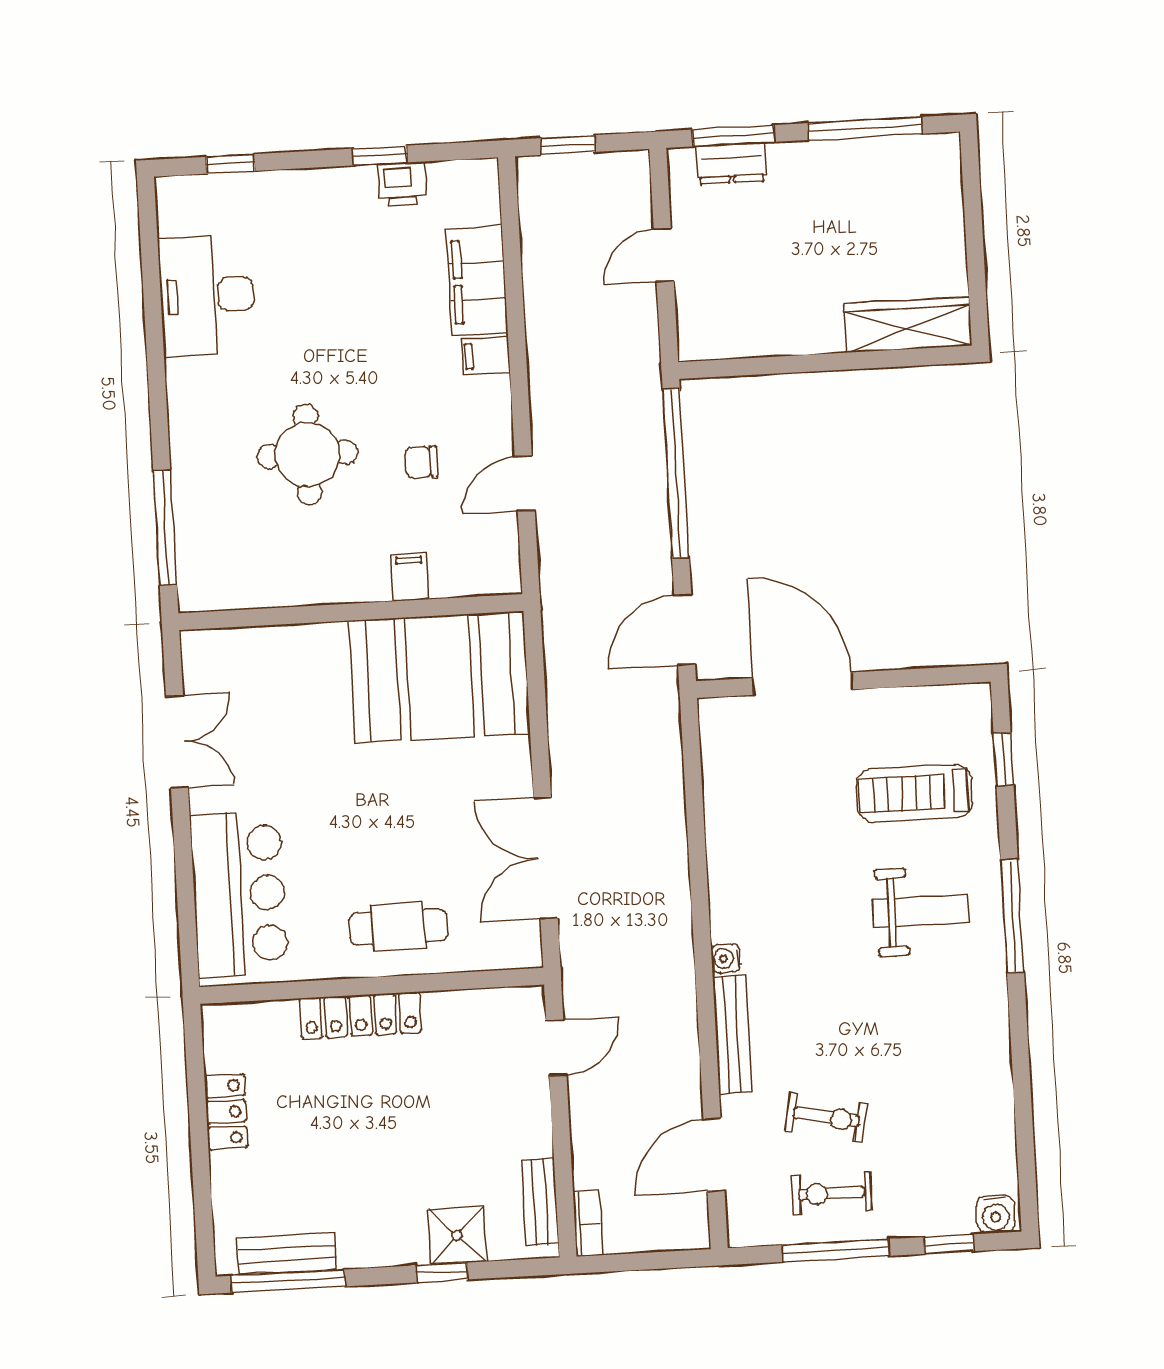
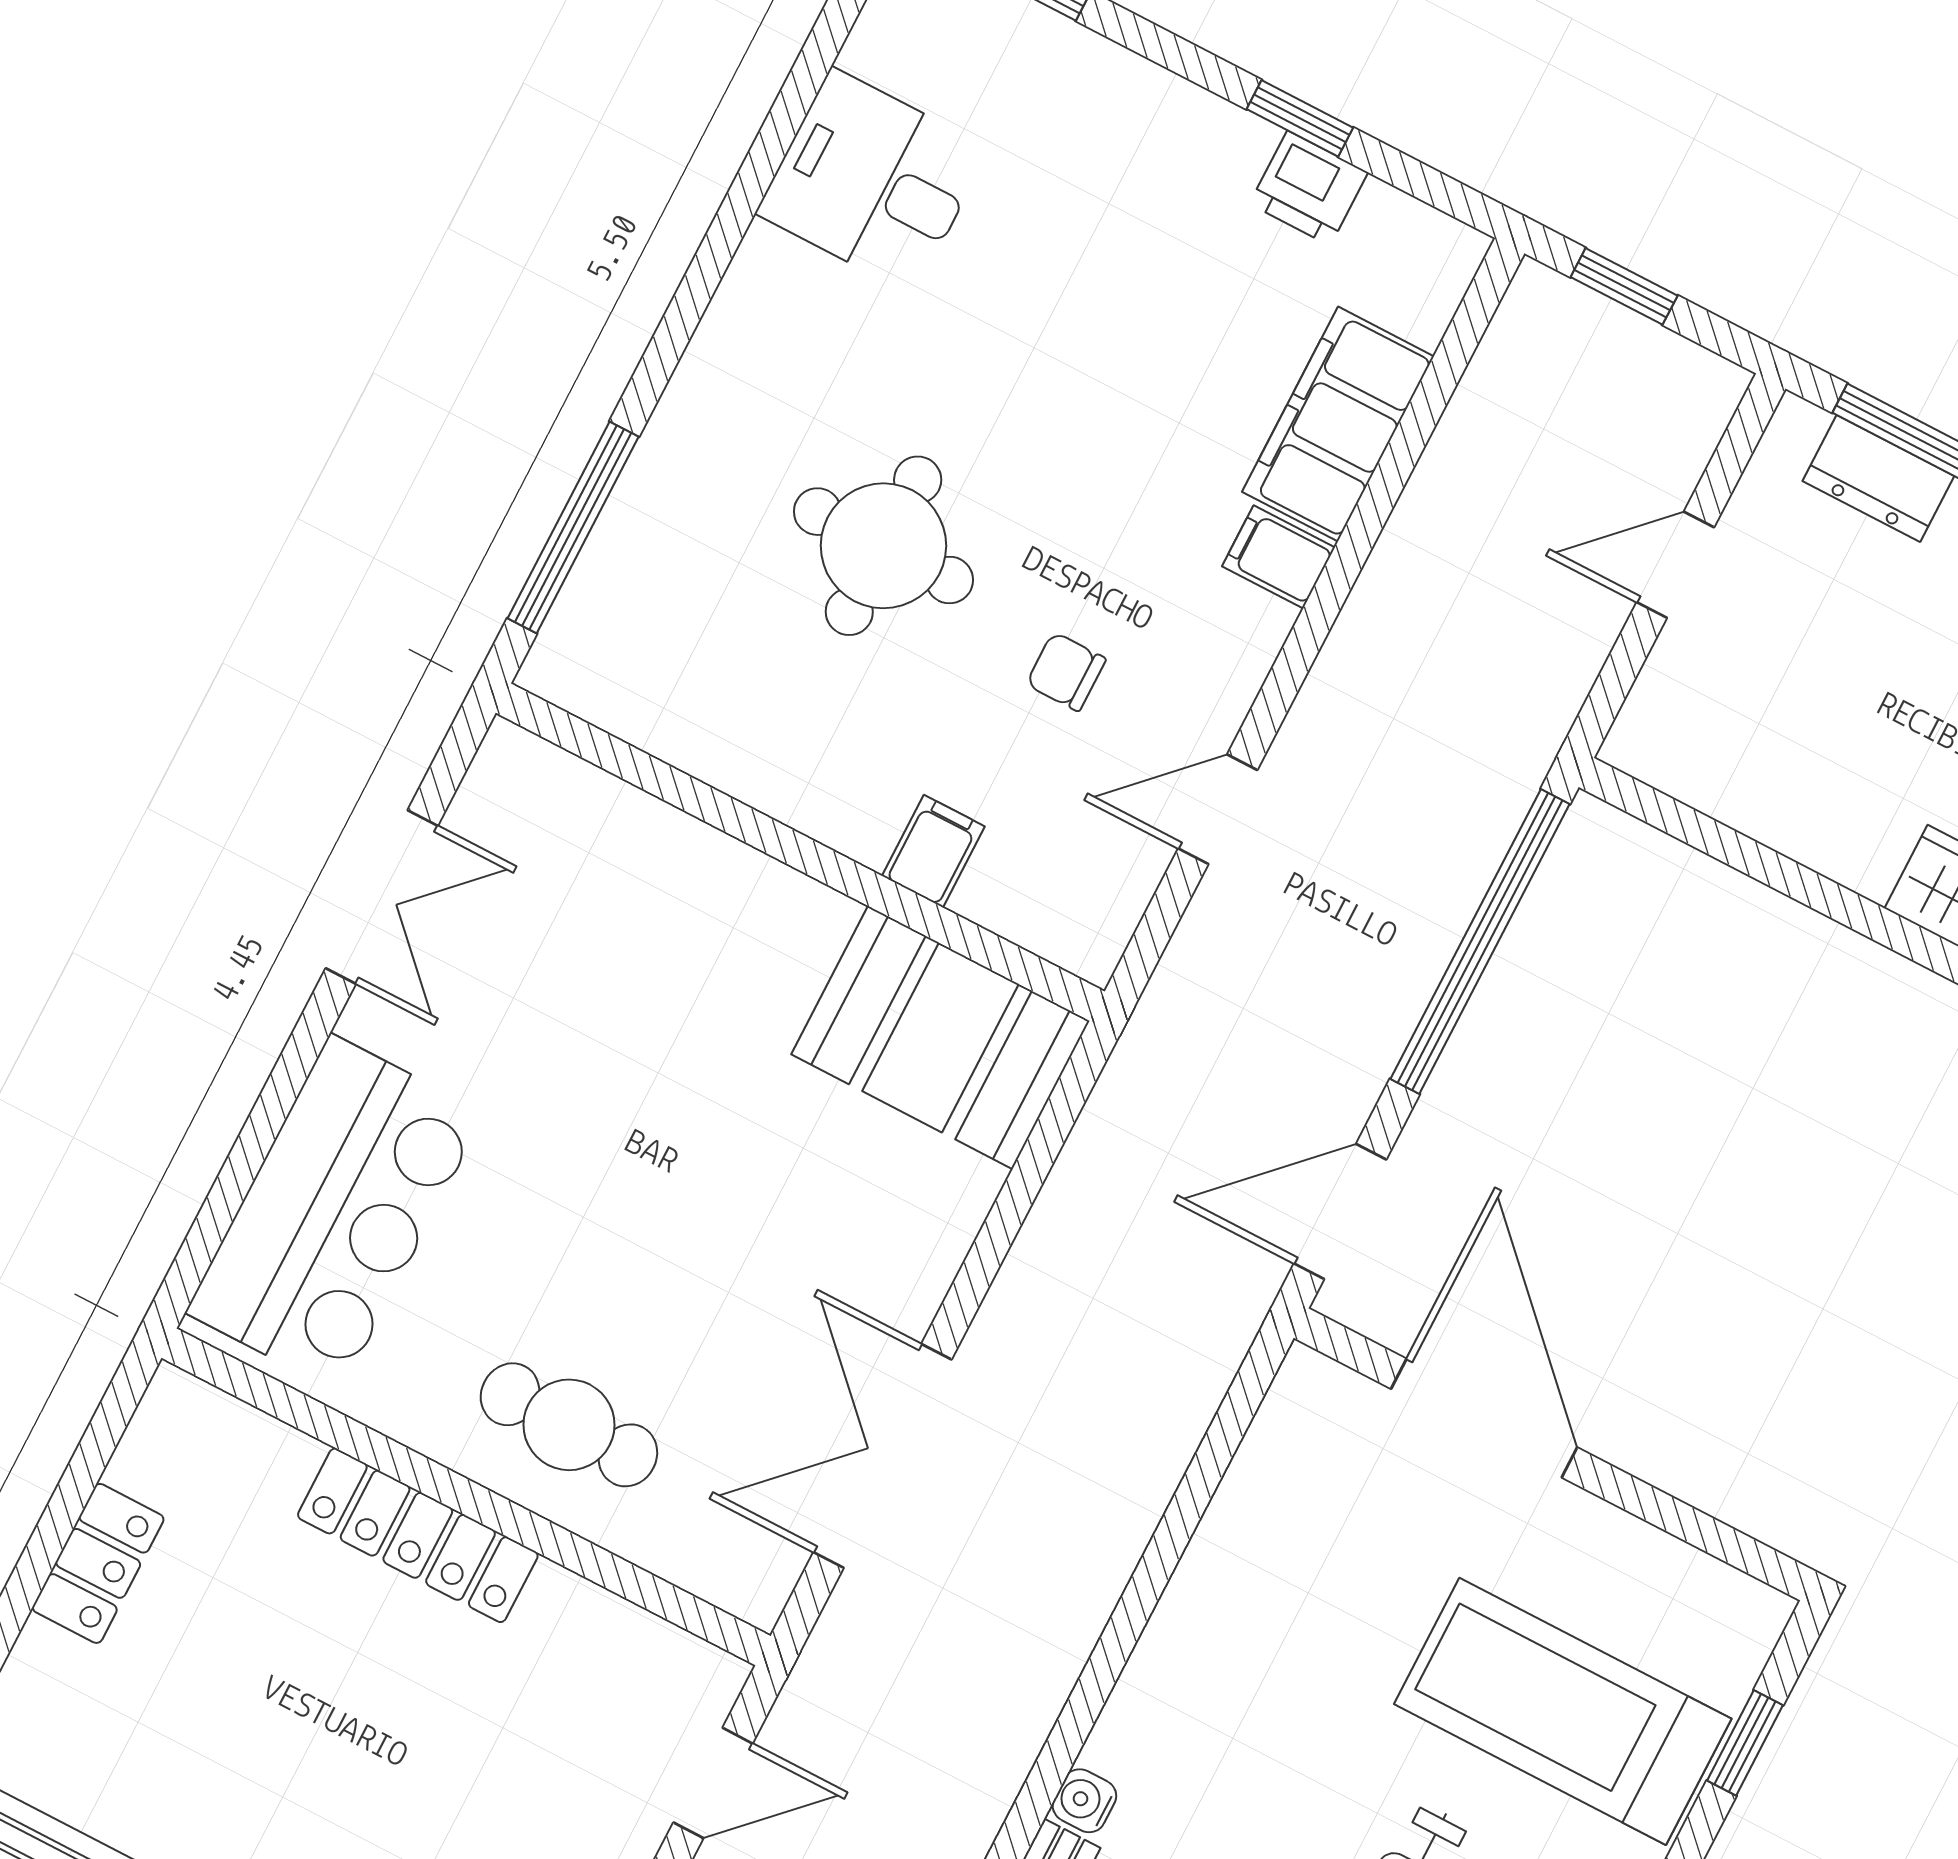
desk: (207, 295) -> (873, 181), width x0.73
booth: (440, 677) -> (940, 1037), width x0.73, depth x0.70
treadmill: (914, 793) -> (1563, 1711), width x1.37, depth x1.38

